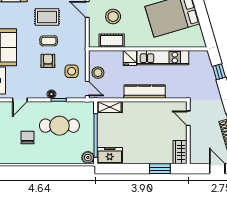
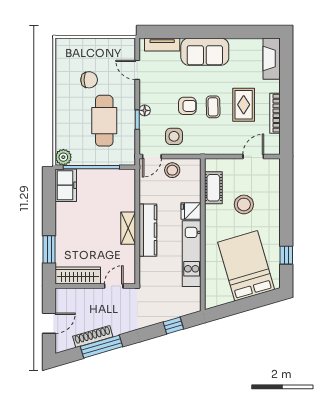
stool: (113, 16) -> (244, 204), moved
shelving: (110, 107) -> (128, 228), moved
wardrobe: (180, 152) -> (78, 275), width x1.50

